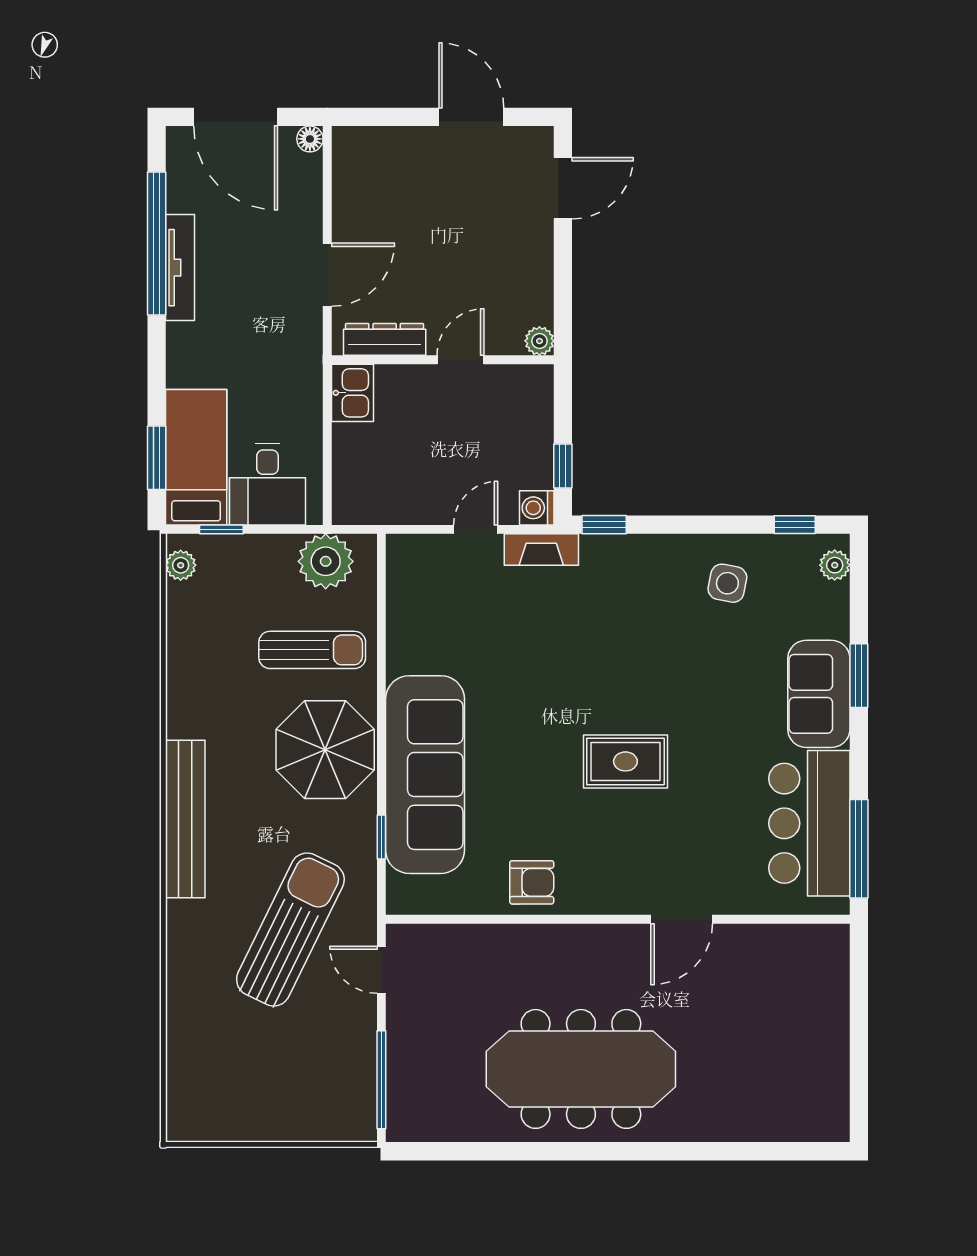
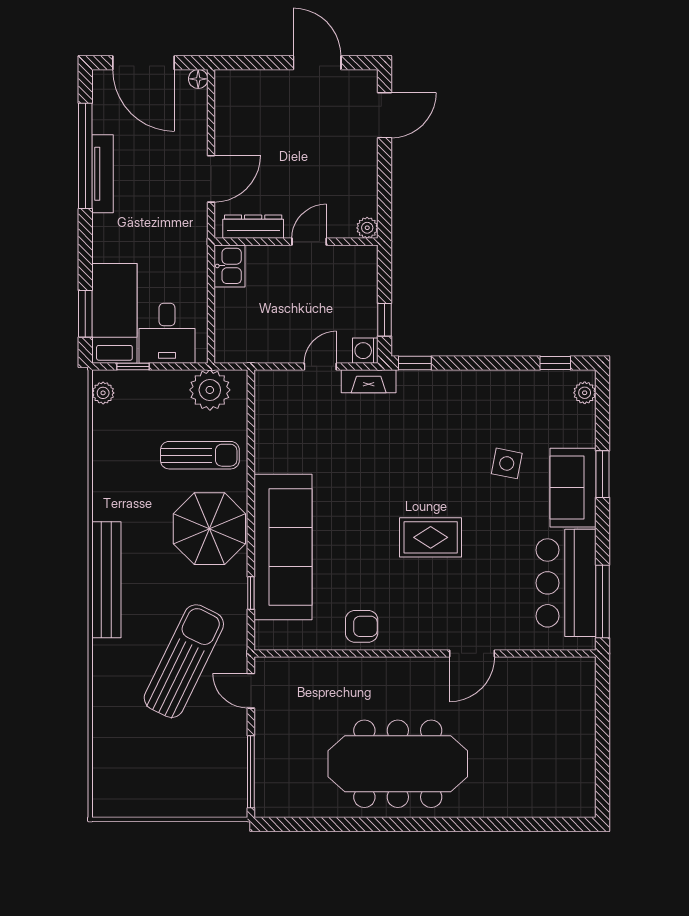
side table: (727, 583) -> (507, 463), moved

